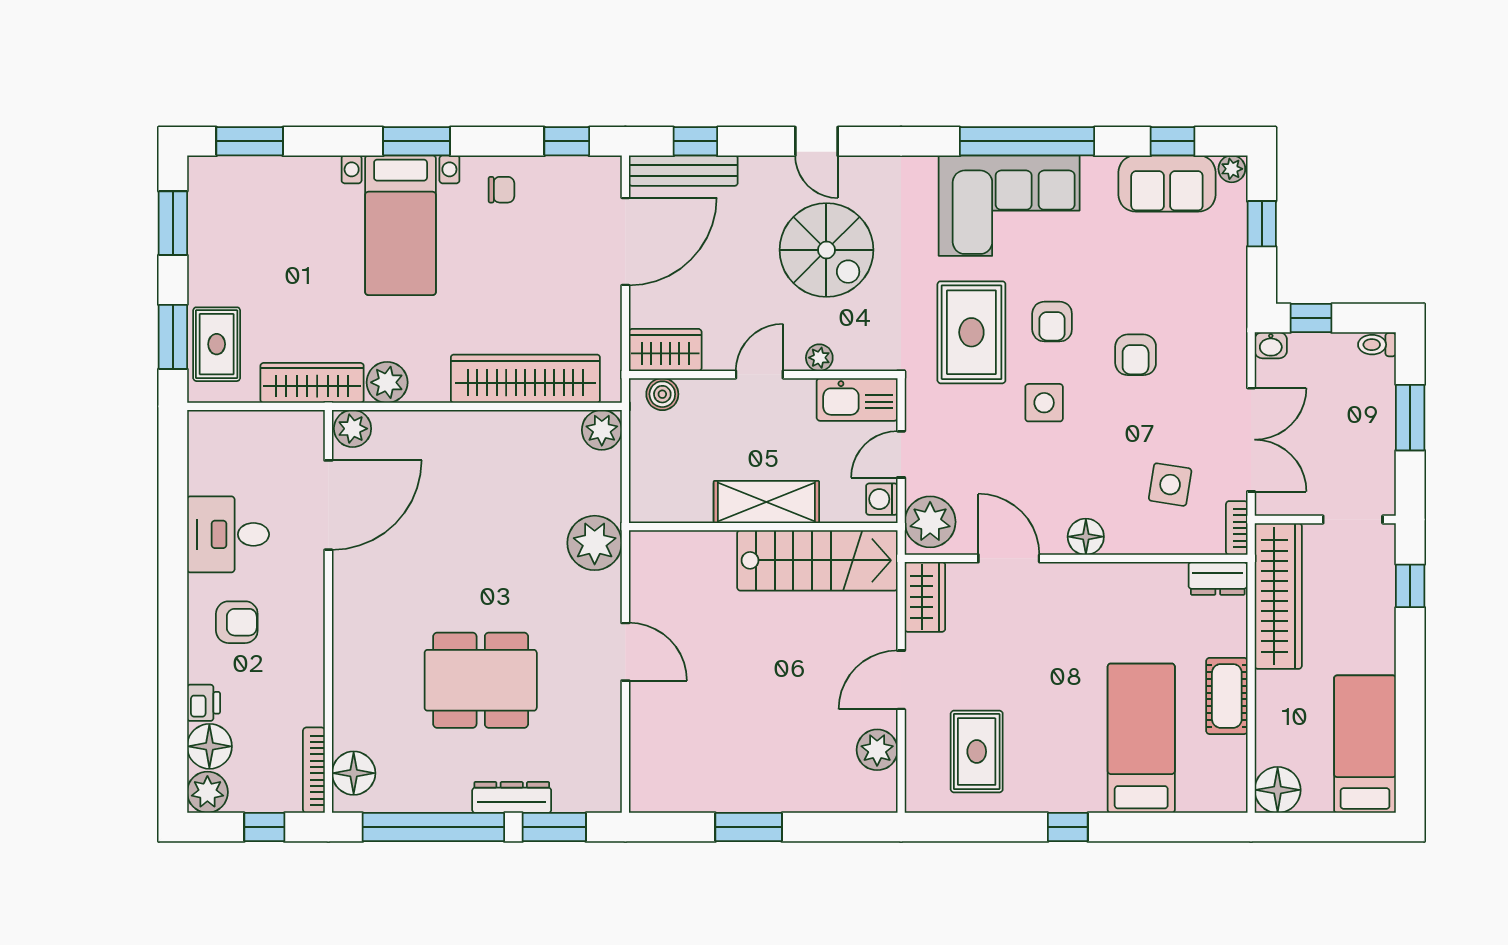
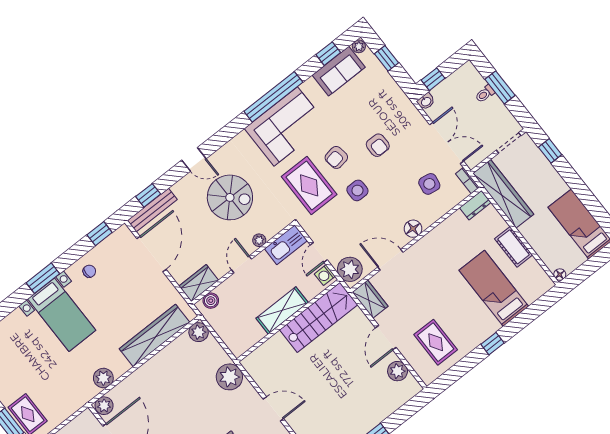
armchair: (1052, 322) -> (336, 157), turned 81
toilet: (1377, 345) -> (485, 94), moved
wardrobe: (312, 383) -> (75, 400), removed
floor lamp: (1278, 790) -> (560, 275), width x0.53, depth x0.53

